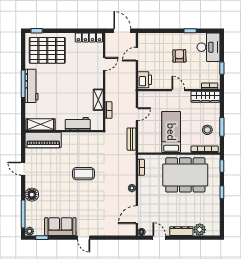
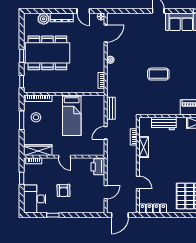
door: (122, 31) -> (120, 215), hinge flipped
door: (104, 64) -> (138, 182), swing flipped
dining table: (185, 175) -> (47, 53), moved

